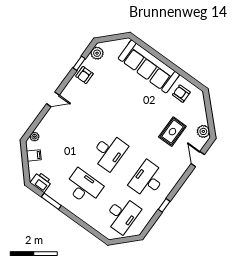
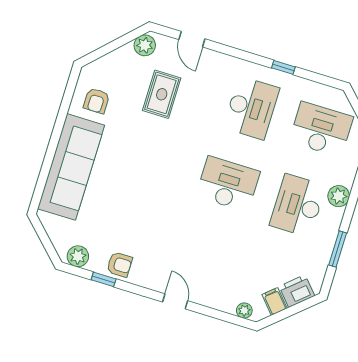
rug: (172, 132) -> (162, 94), turned 90
door: (198, 159) -> (192, 39), hinge flipped
desk: (148, 180) -> (251, 108), turned -90
printer: (41, 182) -> (297, 291), moved, turned 49
plant: (81, 212) -> (339, 196), added

